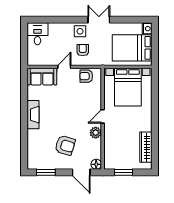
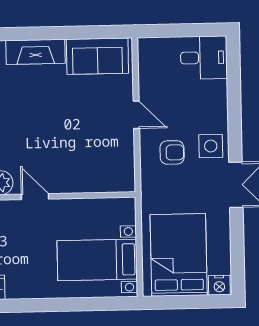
armchair: (86, 76) -> (118, 161), removed
sofa: (42, 77) -> (97, 56), moved, turned -90
bed with nightstands: (128, 87) -> (97, 260), width x0.73

